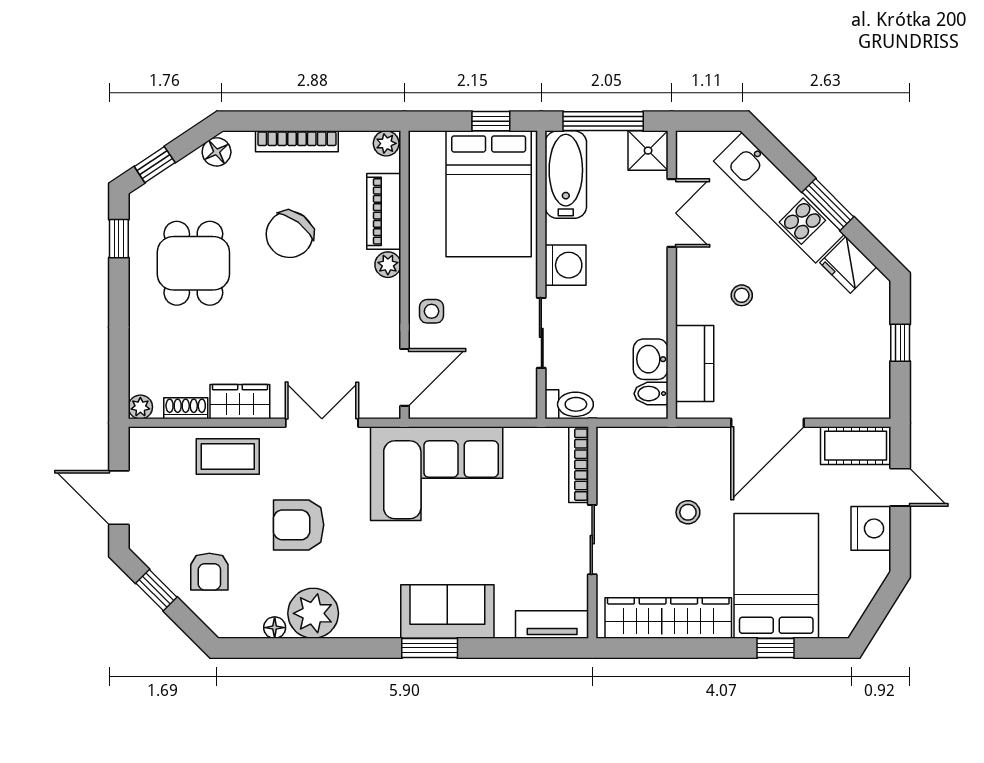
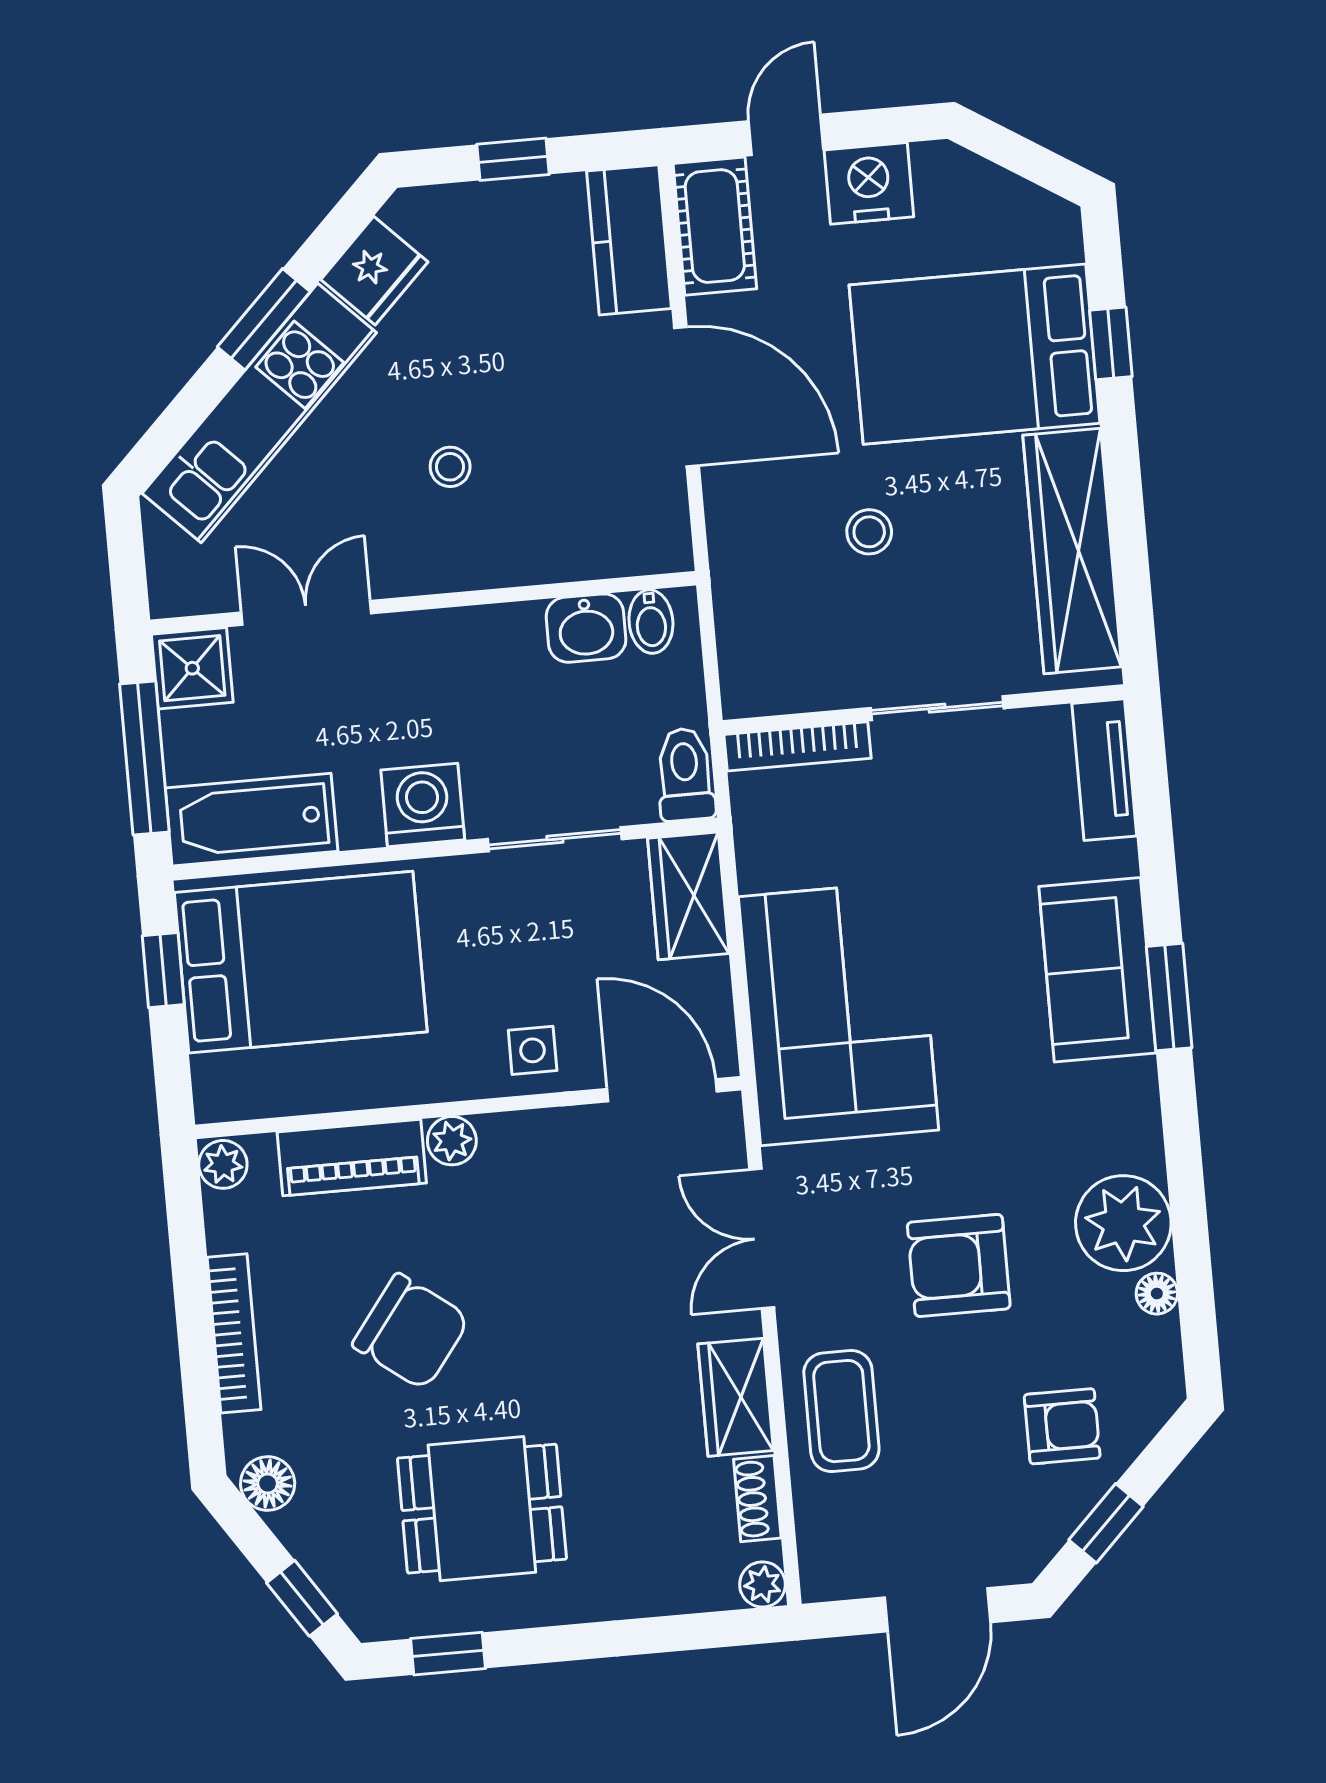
kitchen counter: (695, 363) -> (629, 240), moved, turned -90
wardrobe: (505, 400) -> (688, 896), added
armchair: (299, 525) -> (959, 1265), turned 90

